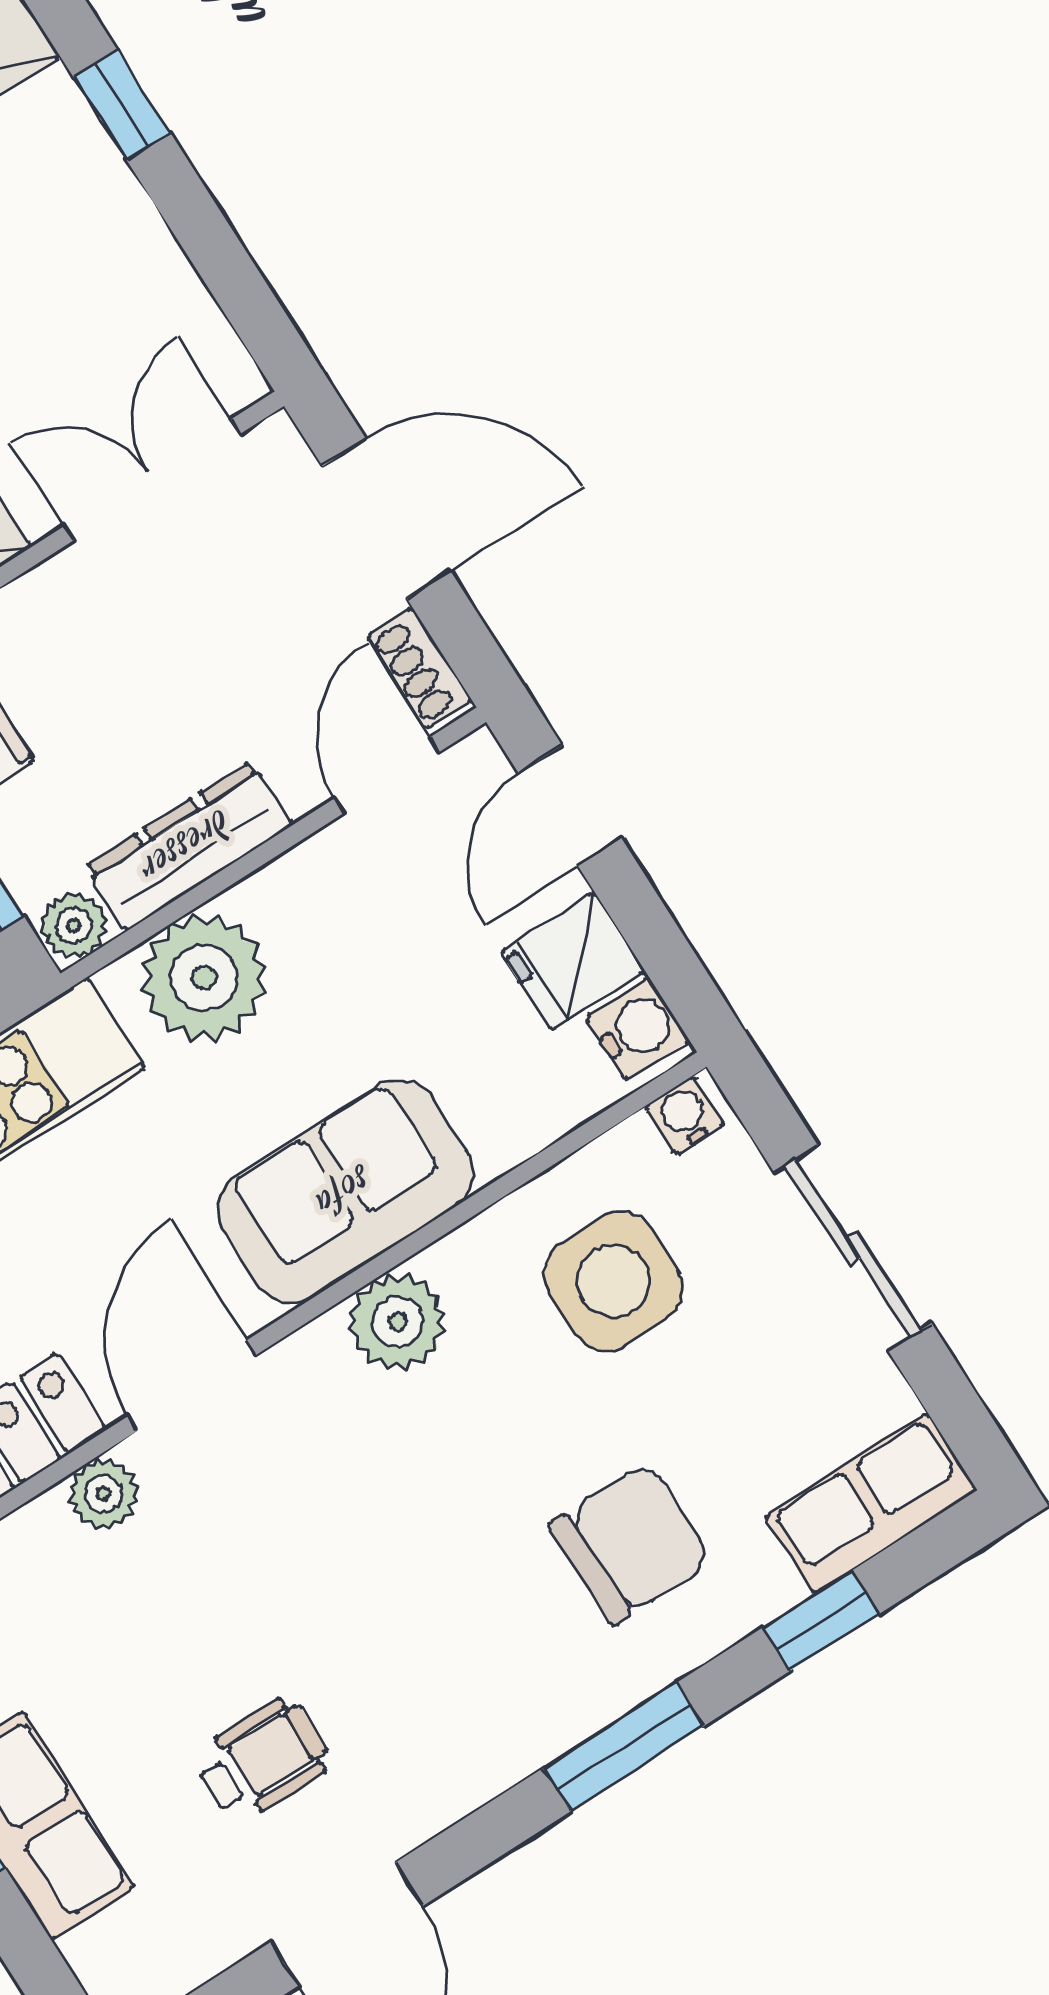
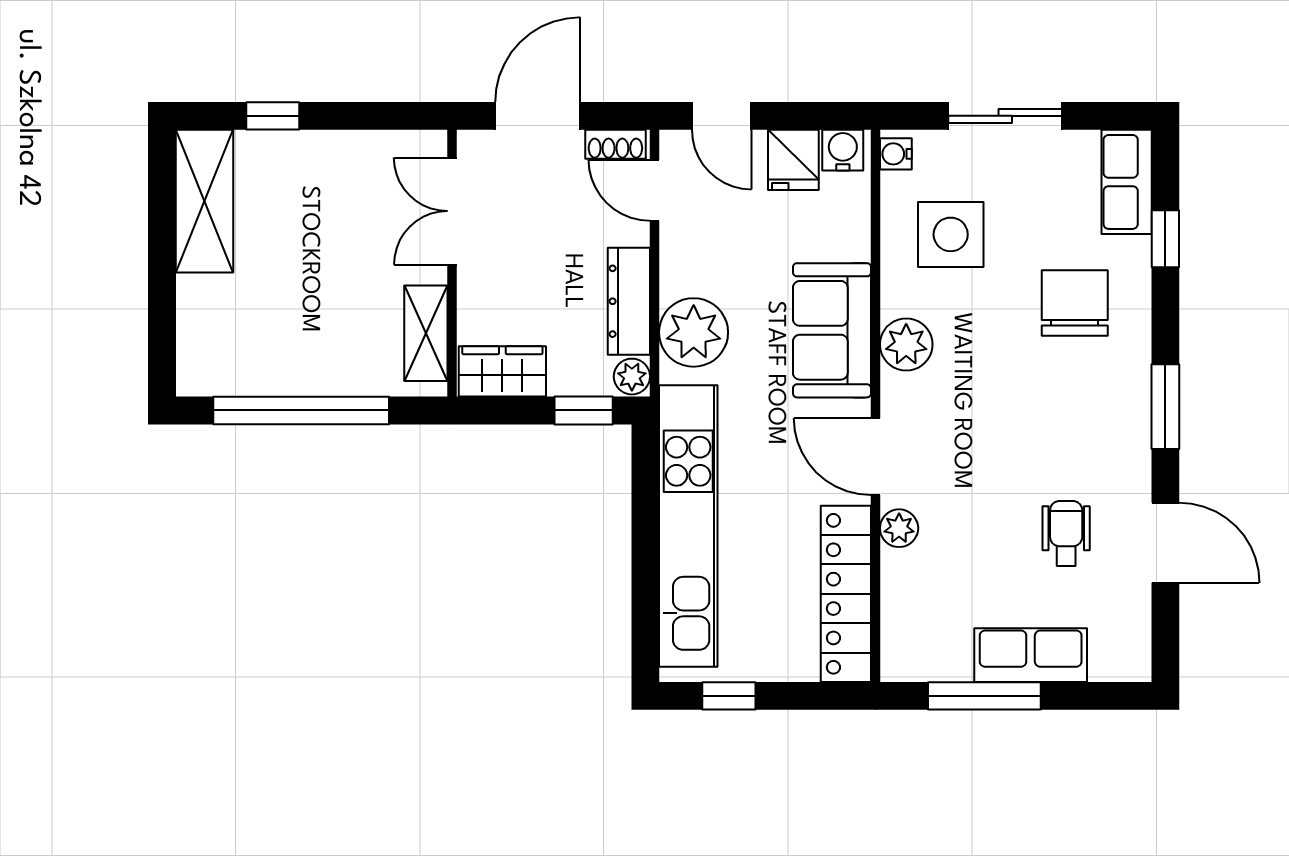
window: (624, 1747) -> (1165, 407), moved

